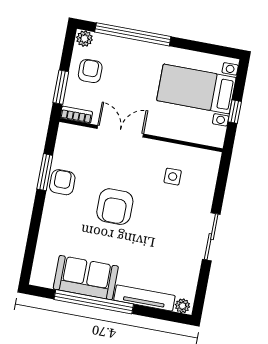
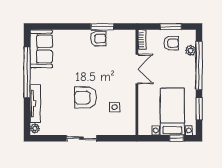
plant: (84, 39) -> (191, 50), moved
window: (200, 47) -> (199, 109), added
window: (61, 87) -> (171, 27), moved
window: (235, 112) -> (177, 138), moved
armchair: (115, 207) -> (85, 97), moved
sofa: (86, 278) -> (41, 49), moved

